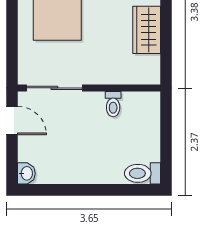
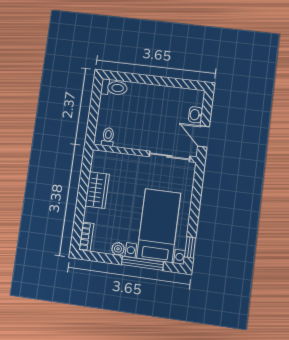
toilet: (113, 104) -> (108, 137), moved
washbasin: (26, 173) -> (196, 115), moved

